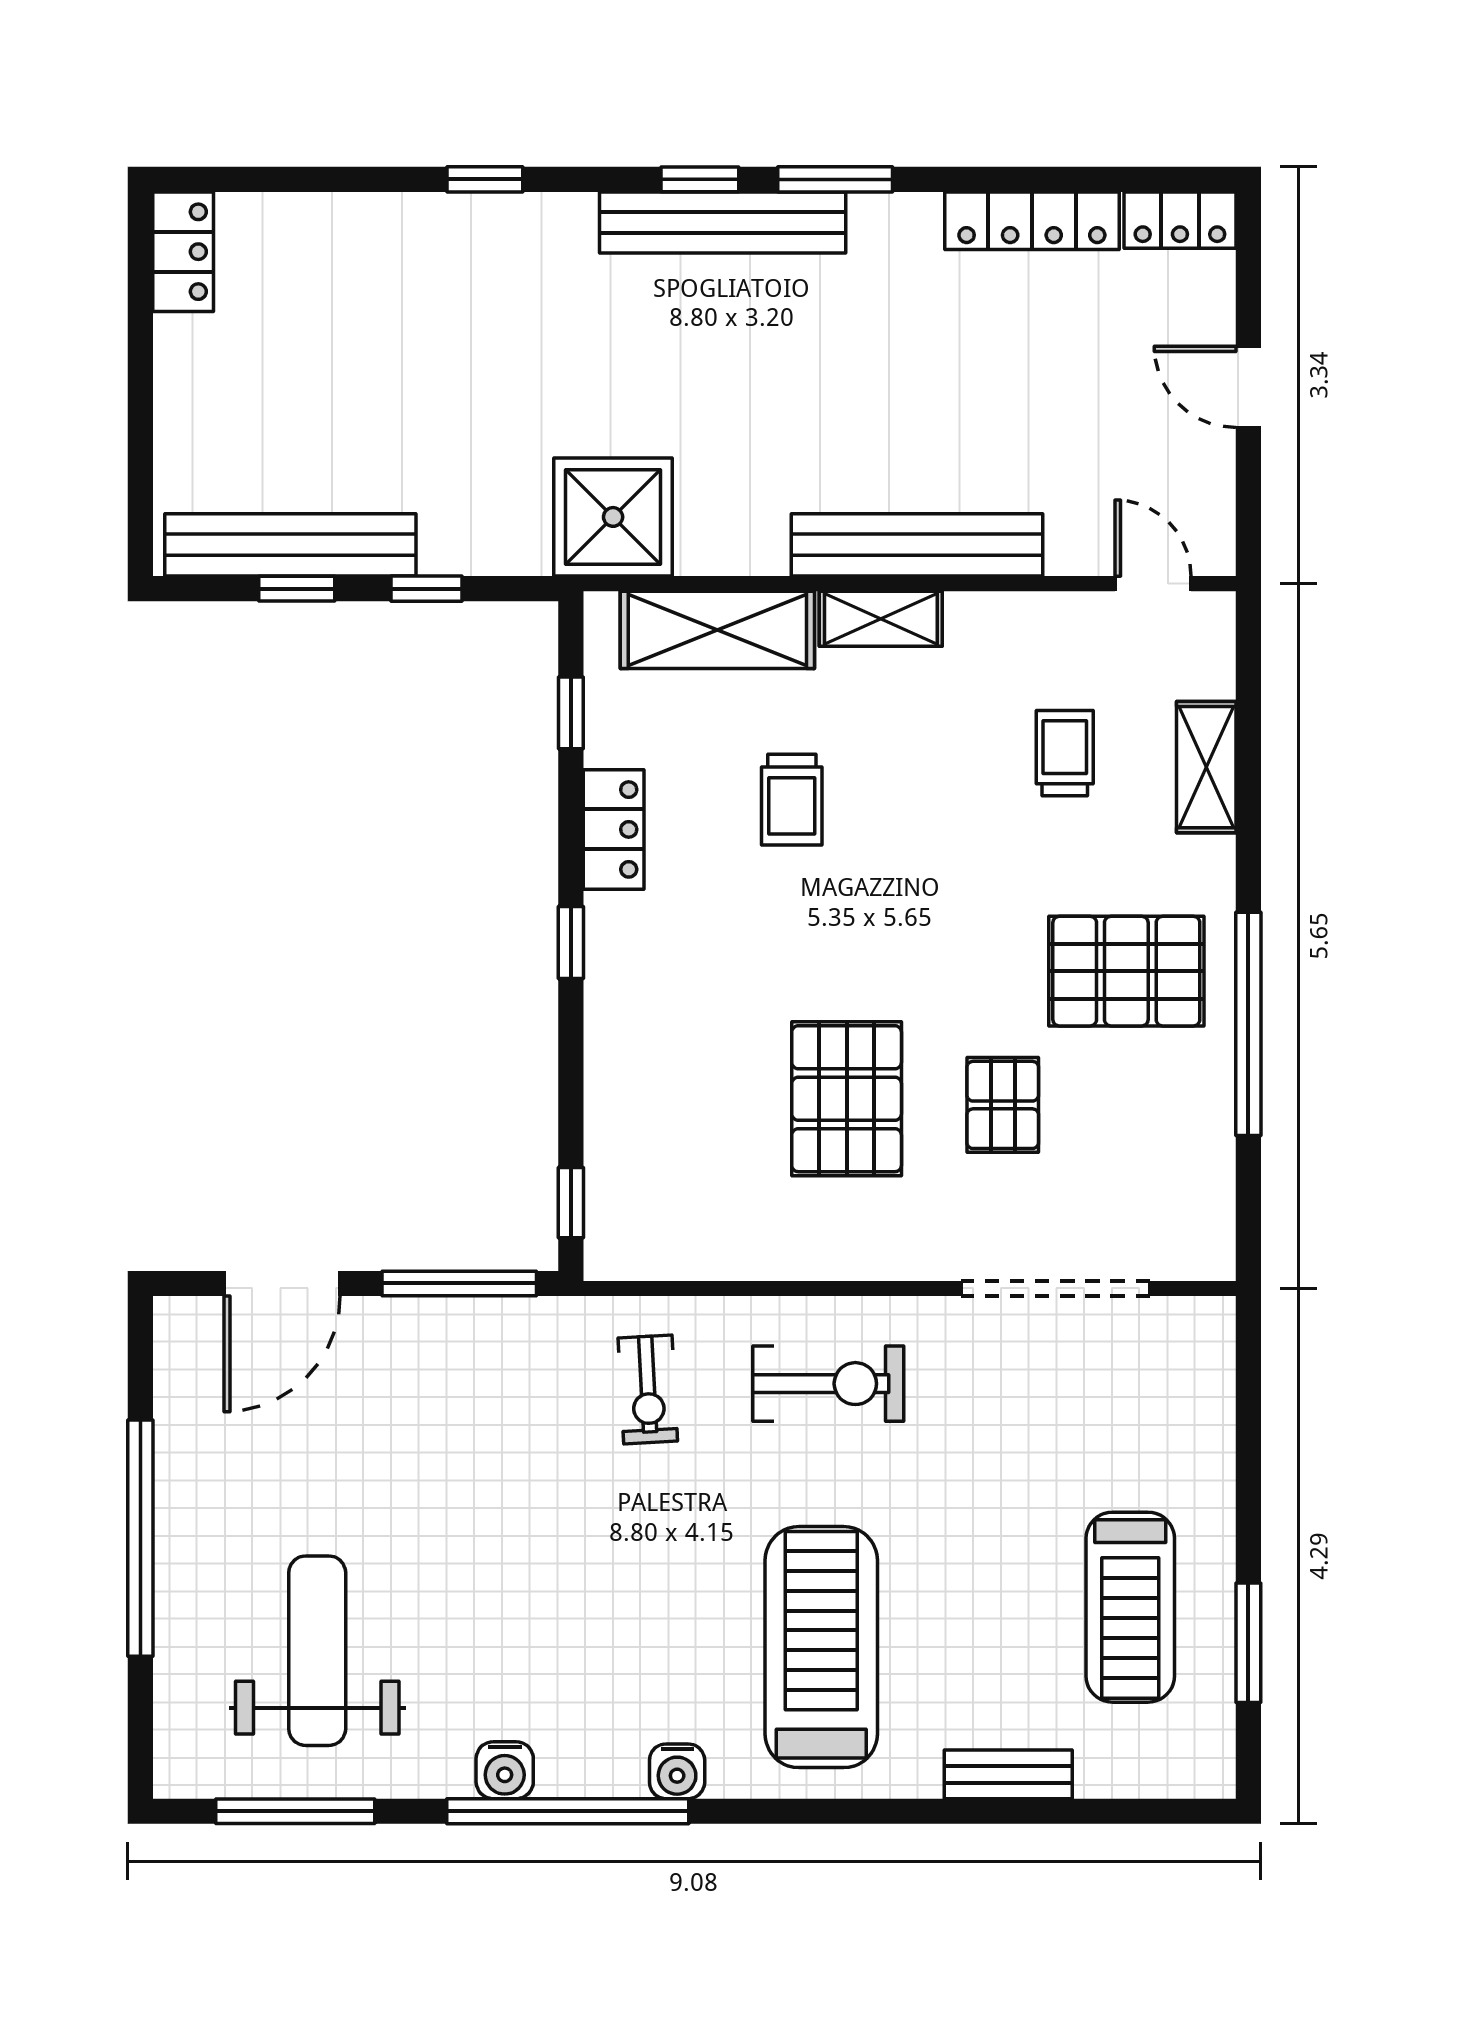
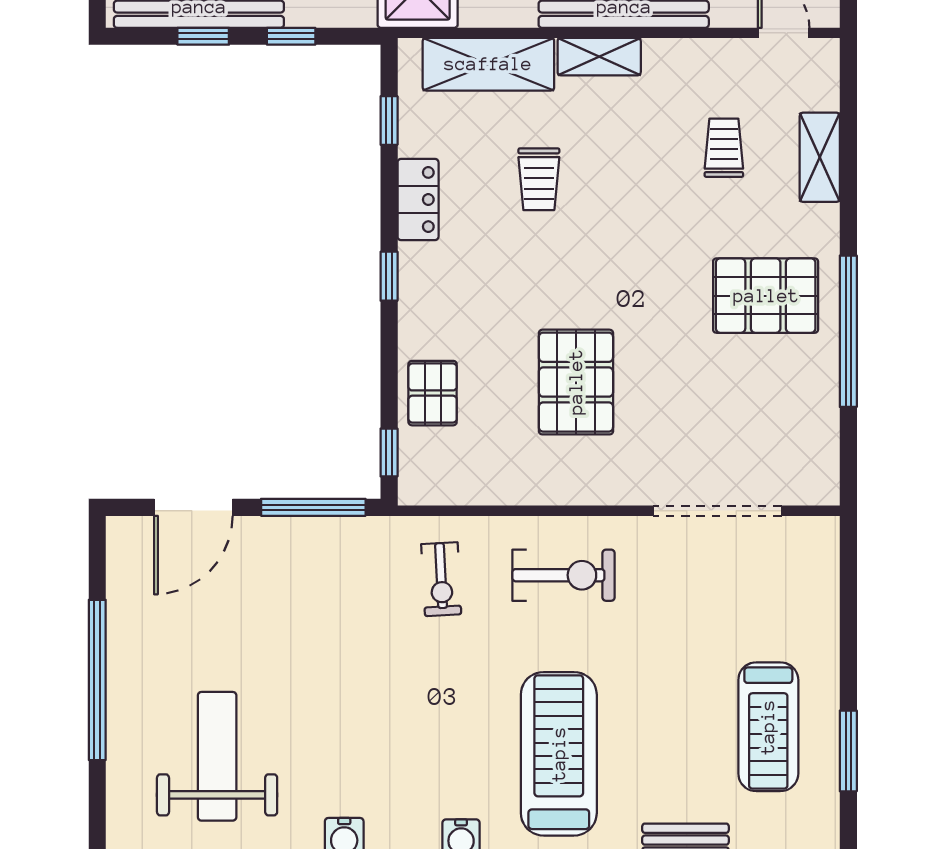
pallet: (1003, 1105) -> (433, 393), moved

